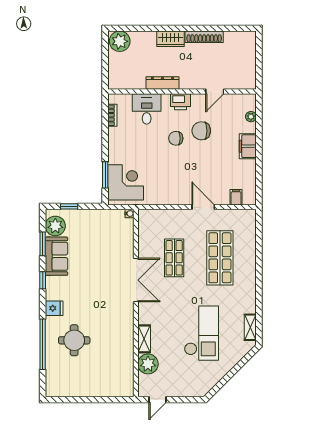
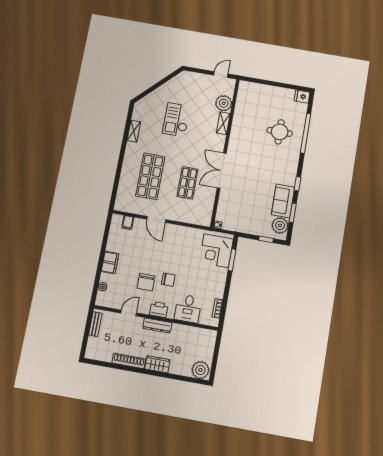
bench: (251, 72) -> (95, 324), added
dresser: (162, 83) -> (157, 326), moved
chair: (201, 131) -> (146, 282), turned 90
fridge: (54, 308) -> (302, 97), moved
shelving: (250, 327) -> (134, 131), moved
checkout: (201, 333) -> (176, 120), width x0.73, depth x0.83

